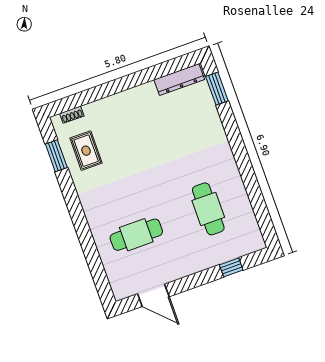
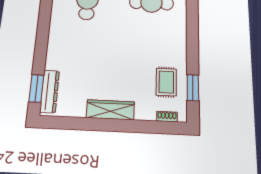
dresser: (179, 80) -> (50, 91), moved, turned 90
wardrobe: (132, 98) -> (110, 110), added

